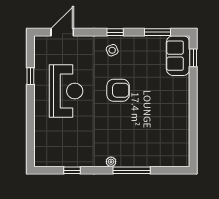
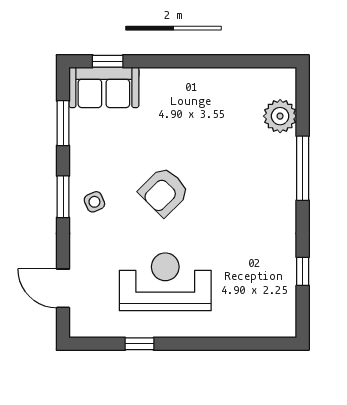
window: (115, 32) -> (63, 197), width x1.50
armchair: (118, 90) -> (164, 192), turned -135
plant: (111, 162) -> (280, 116), moved, width x1.87, depth x1.87

